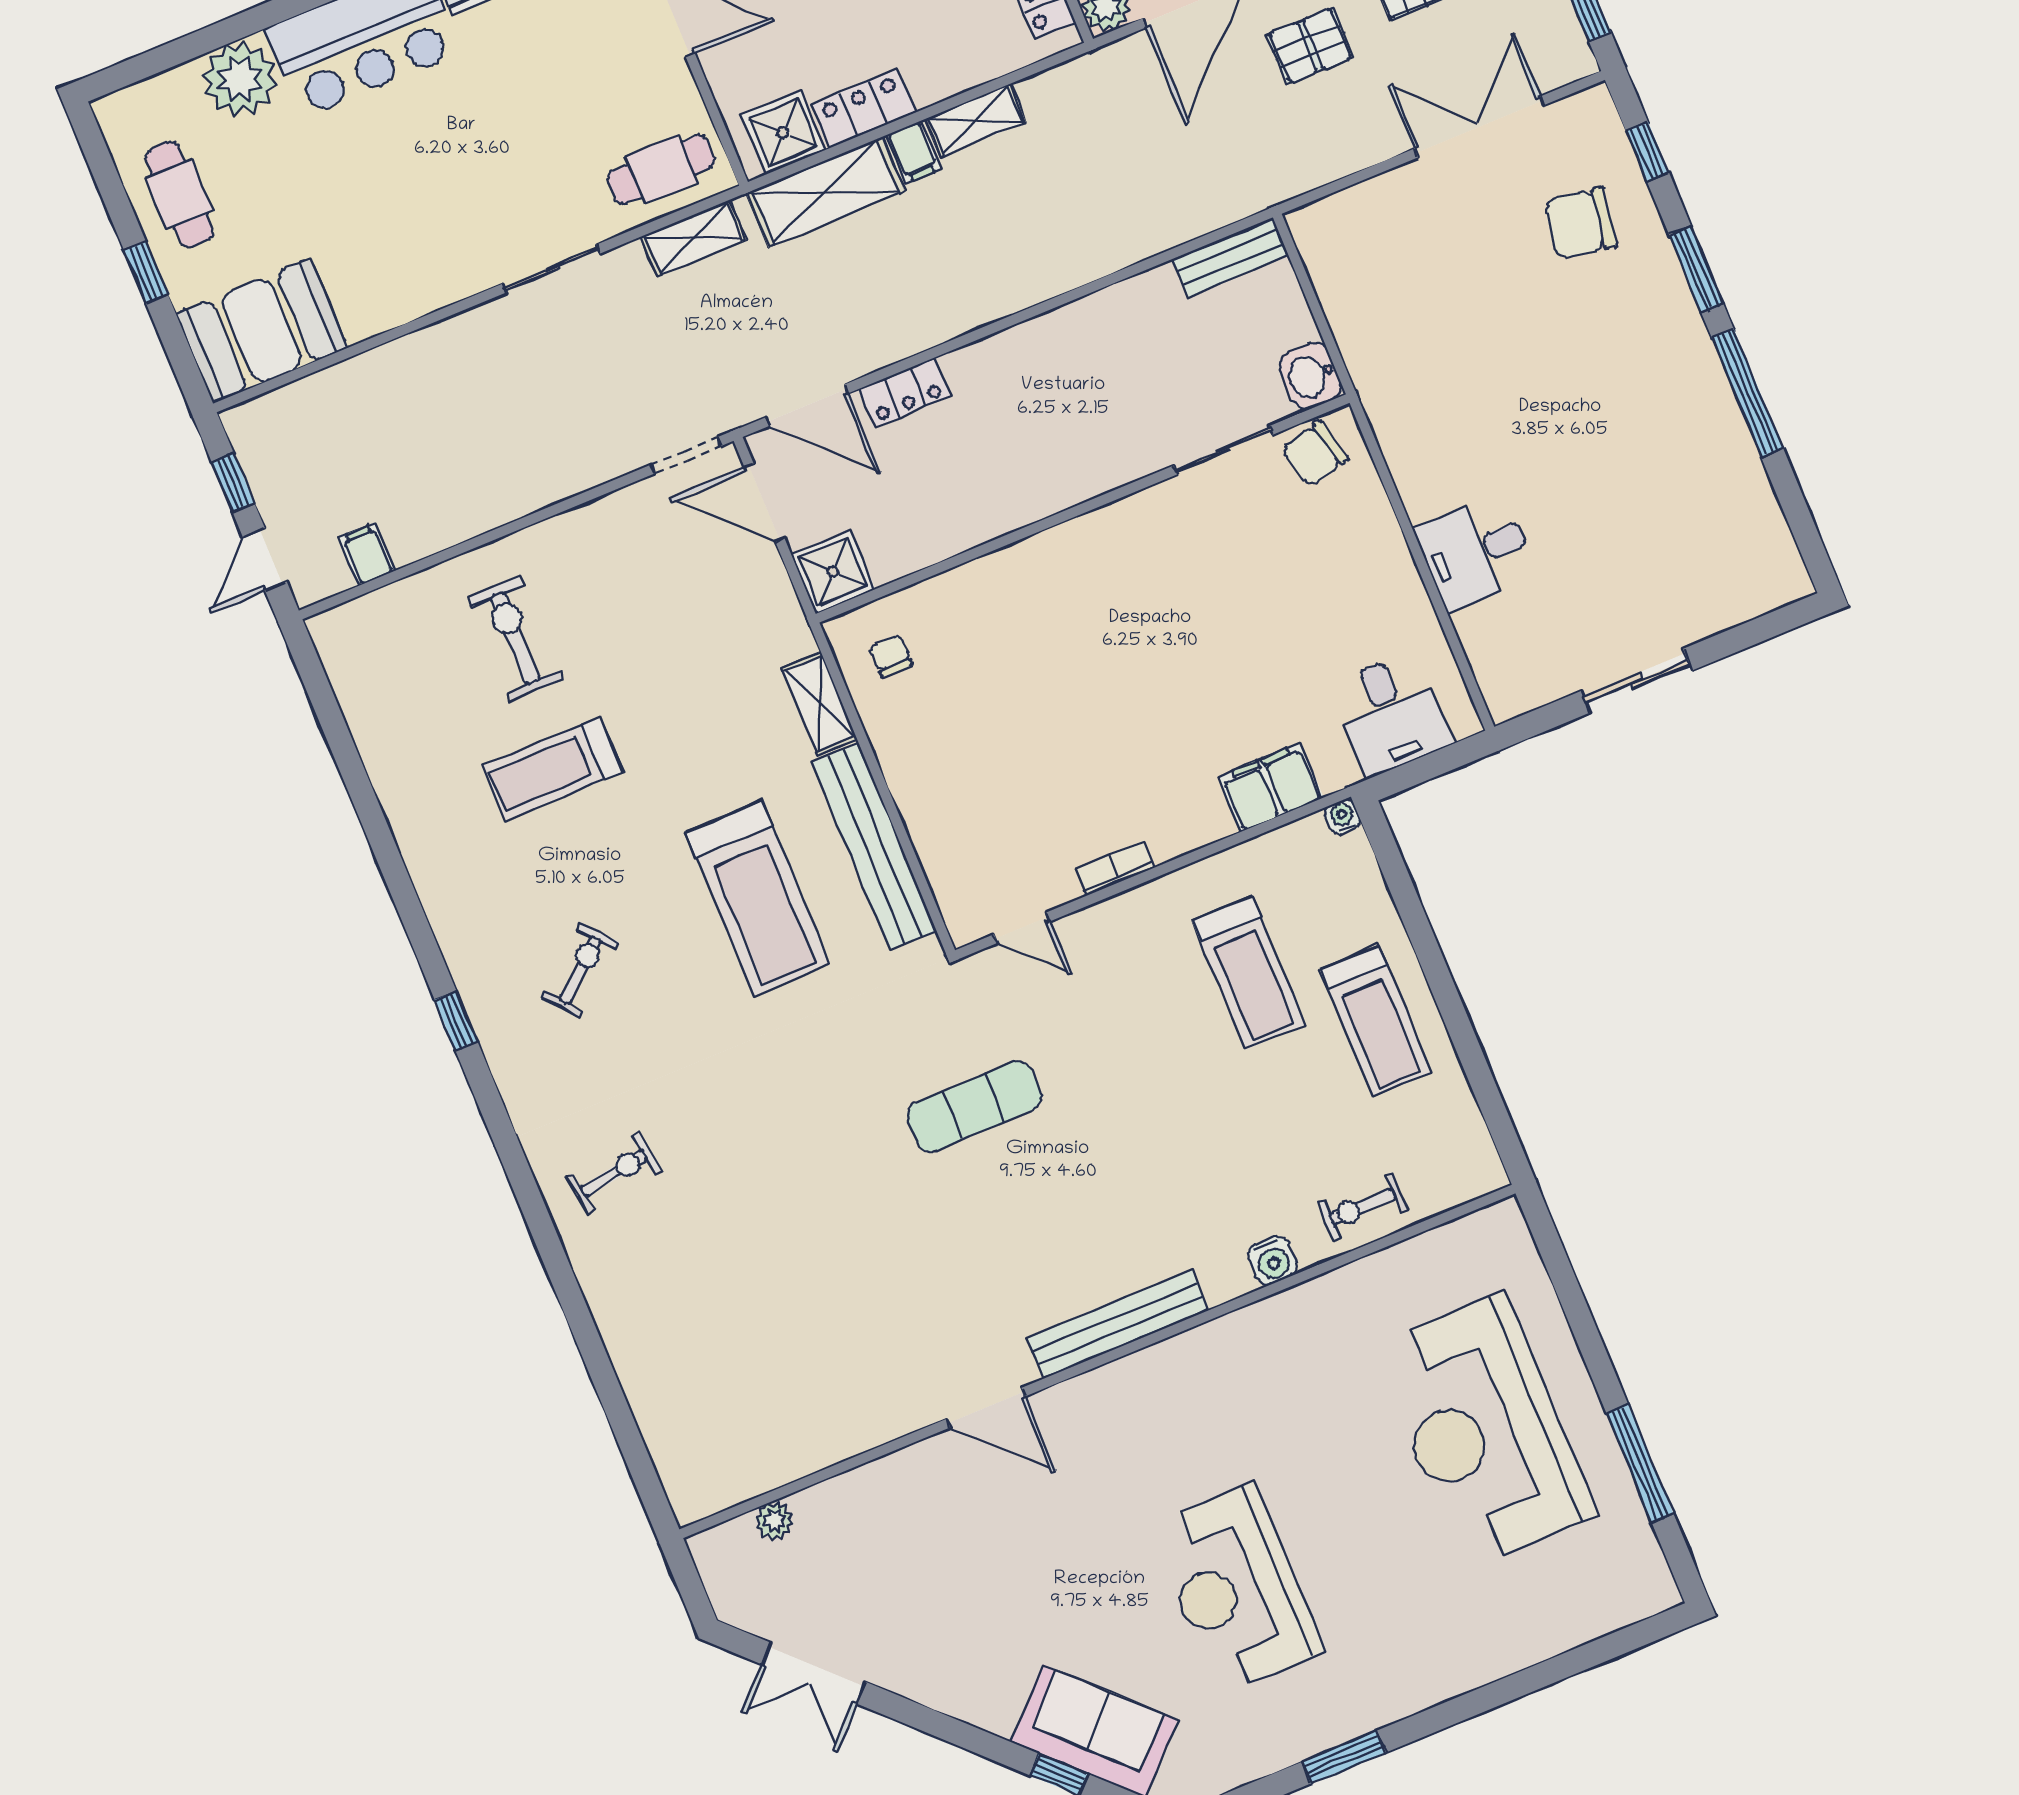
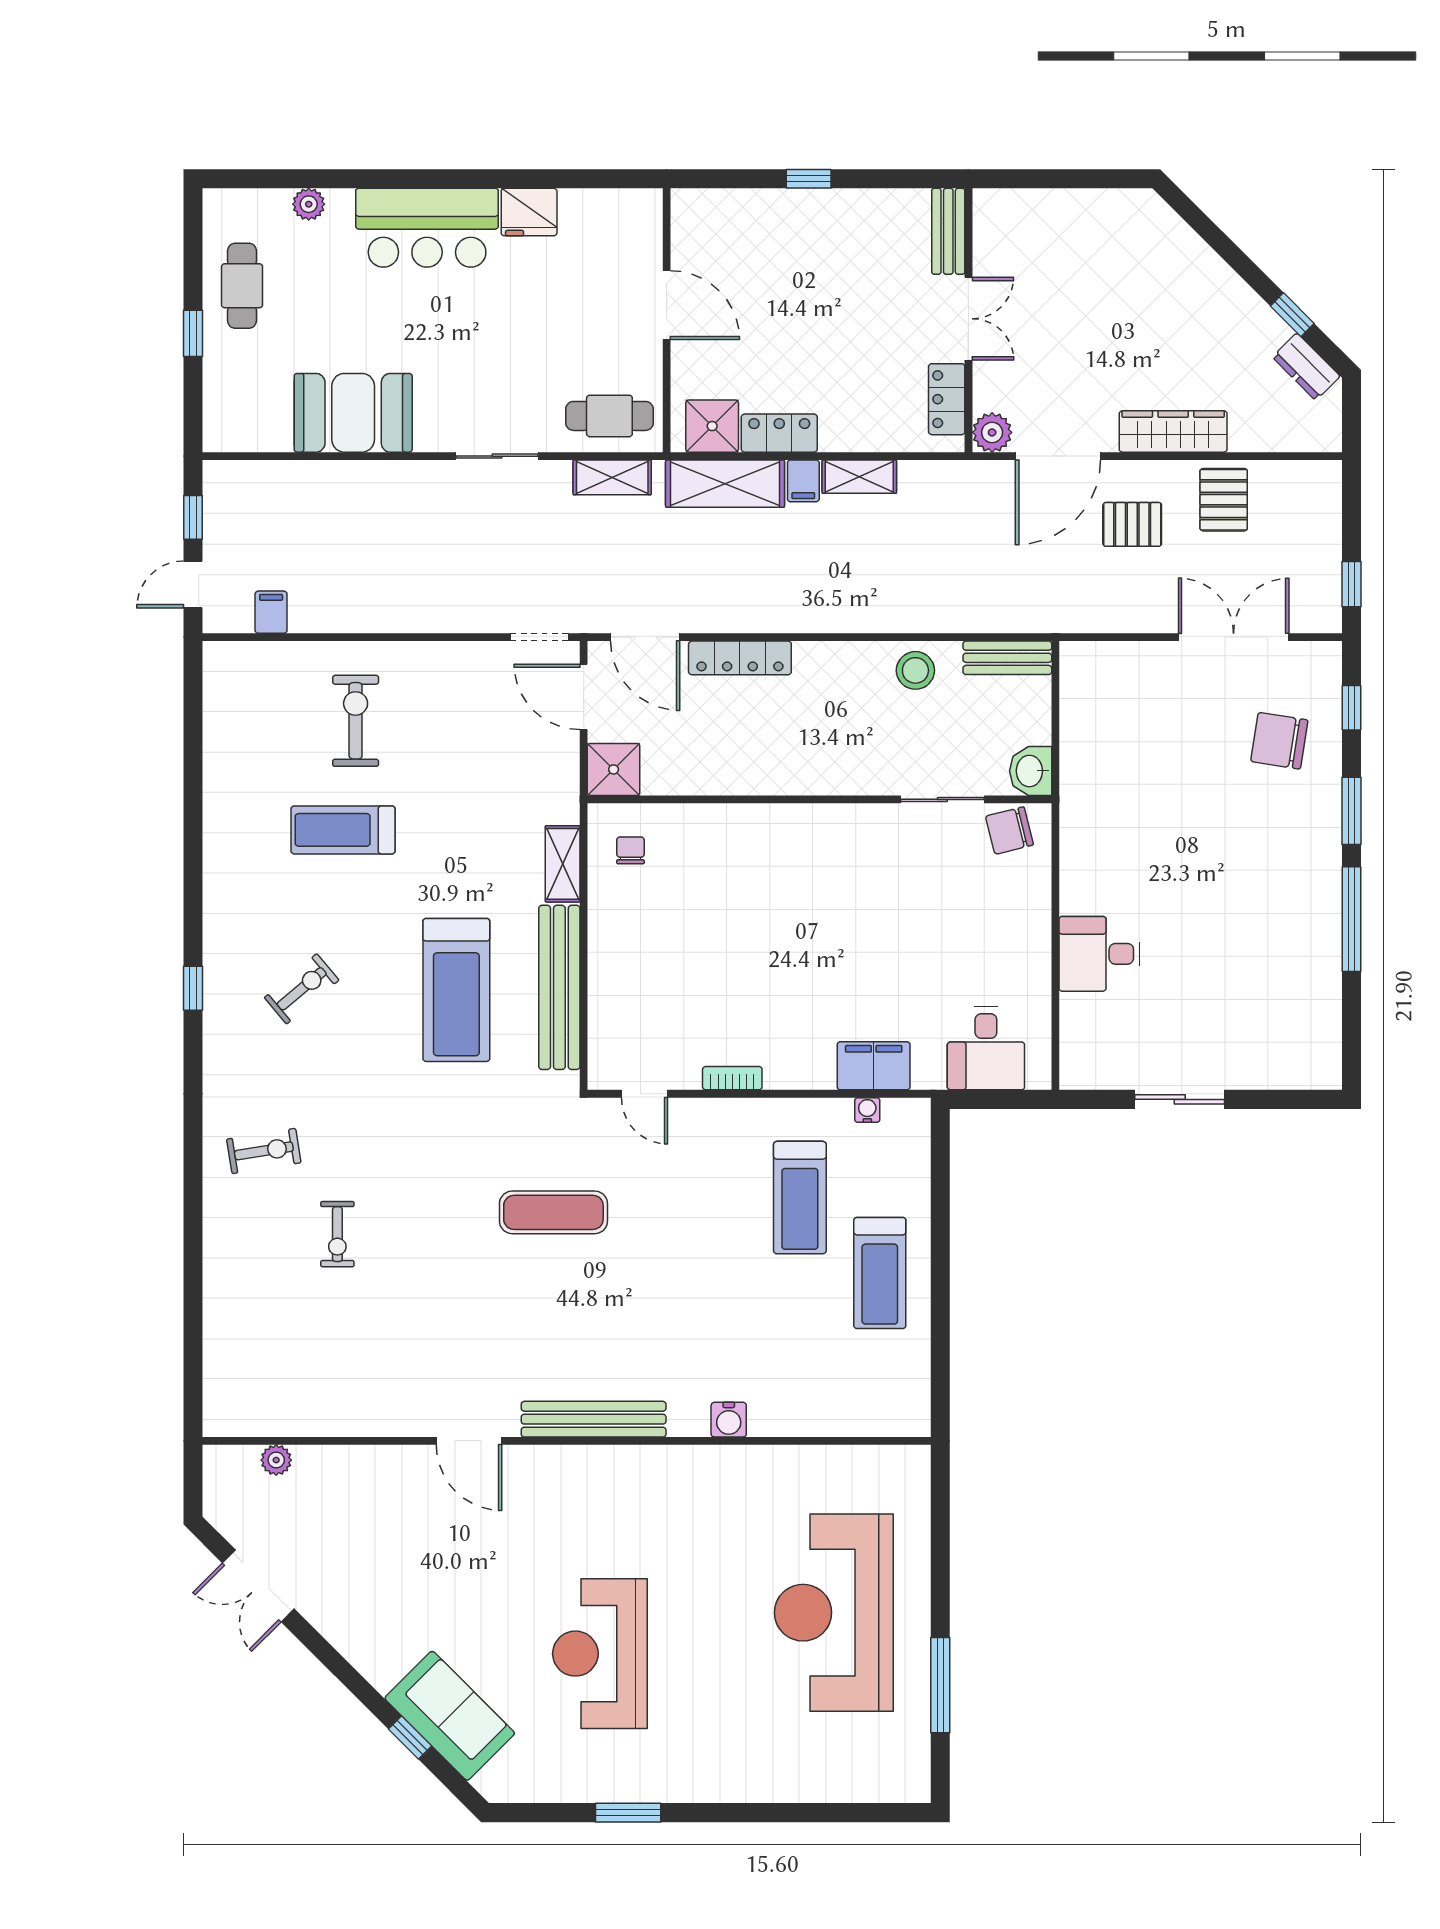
plant: (240, 79) -> (309, 204), width x0.53, depth x0.53
stool: (1131, 315) -> (915, 670), added
booth: (262, 331) -> (353, 413), moved
locker: (905, 393) -> (740, 658), width x1.53
water cooler: (1343, 817) -> (867, 1110), moved
exercise bike: (1363, 1207) -> (337, 1234), moved, turned -90

